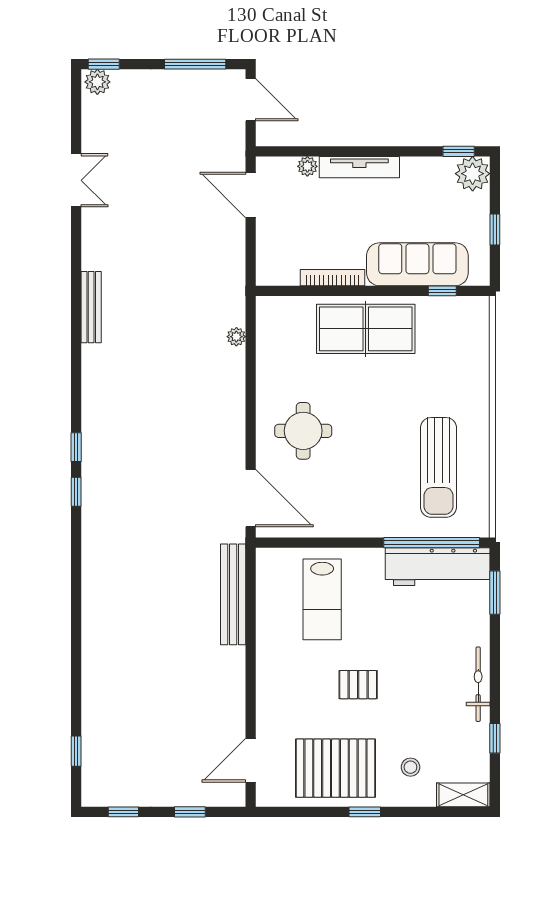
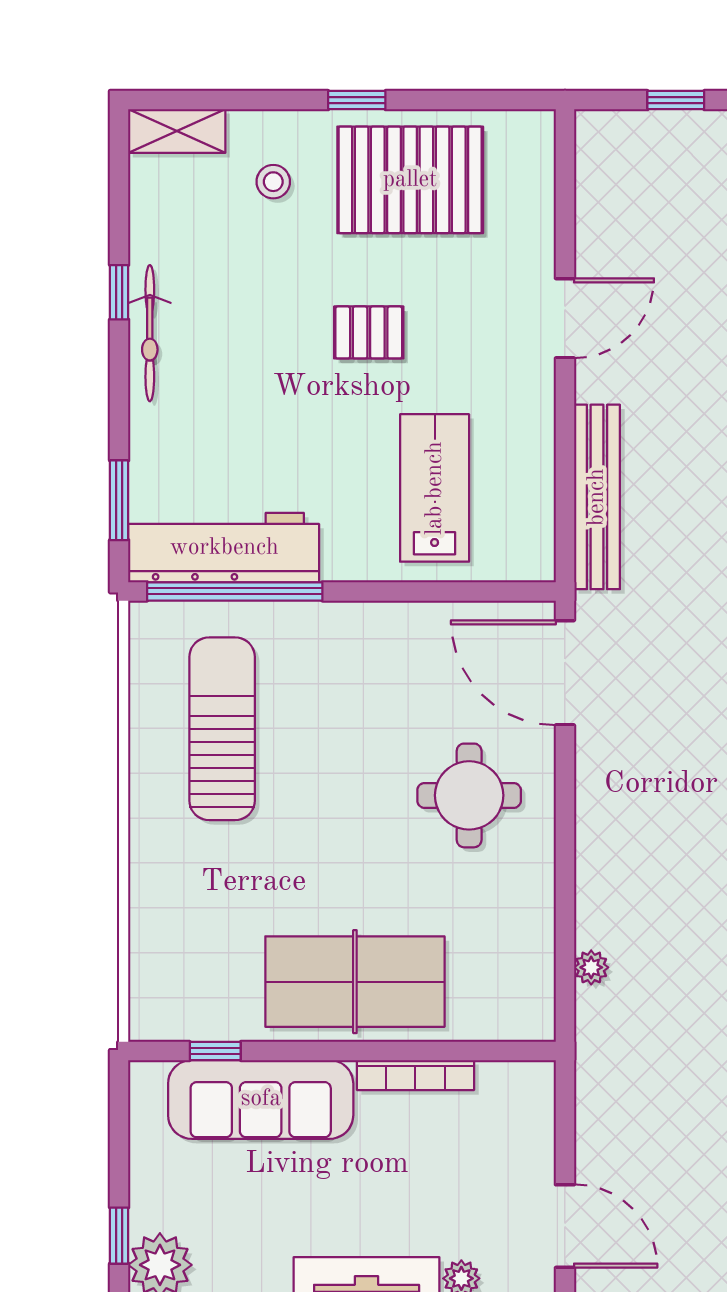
window: (495, 229) -> (119, 1236), moved
window: (495, 738) -> (119, 292), moved
door: (251, 760) -> (565, 318), moved

